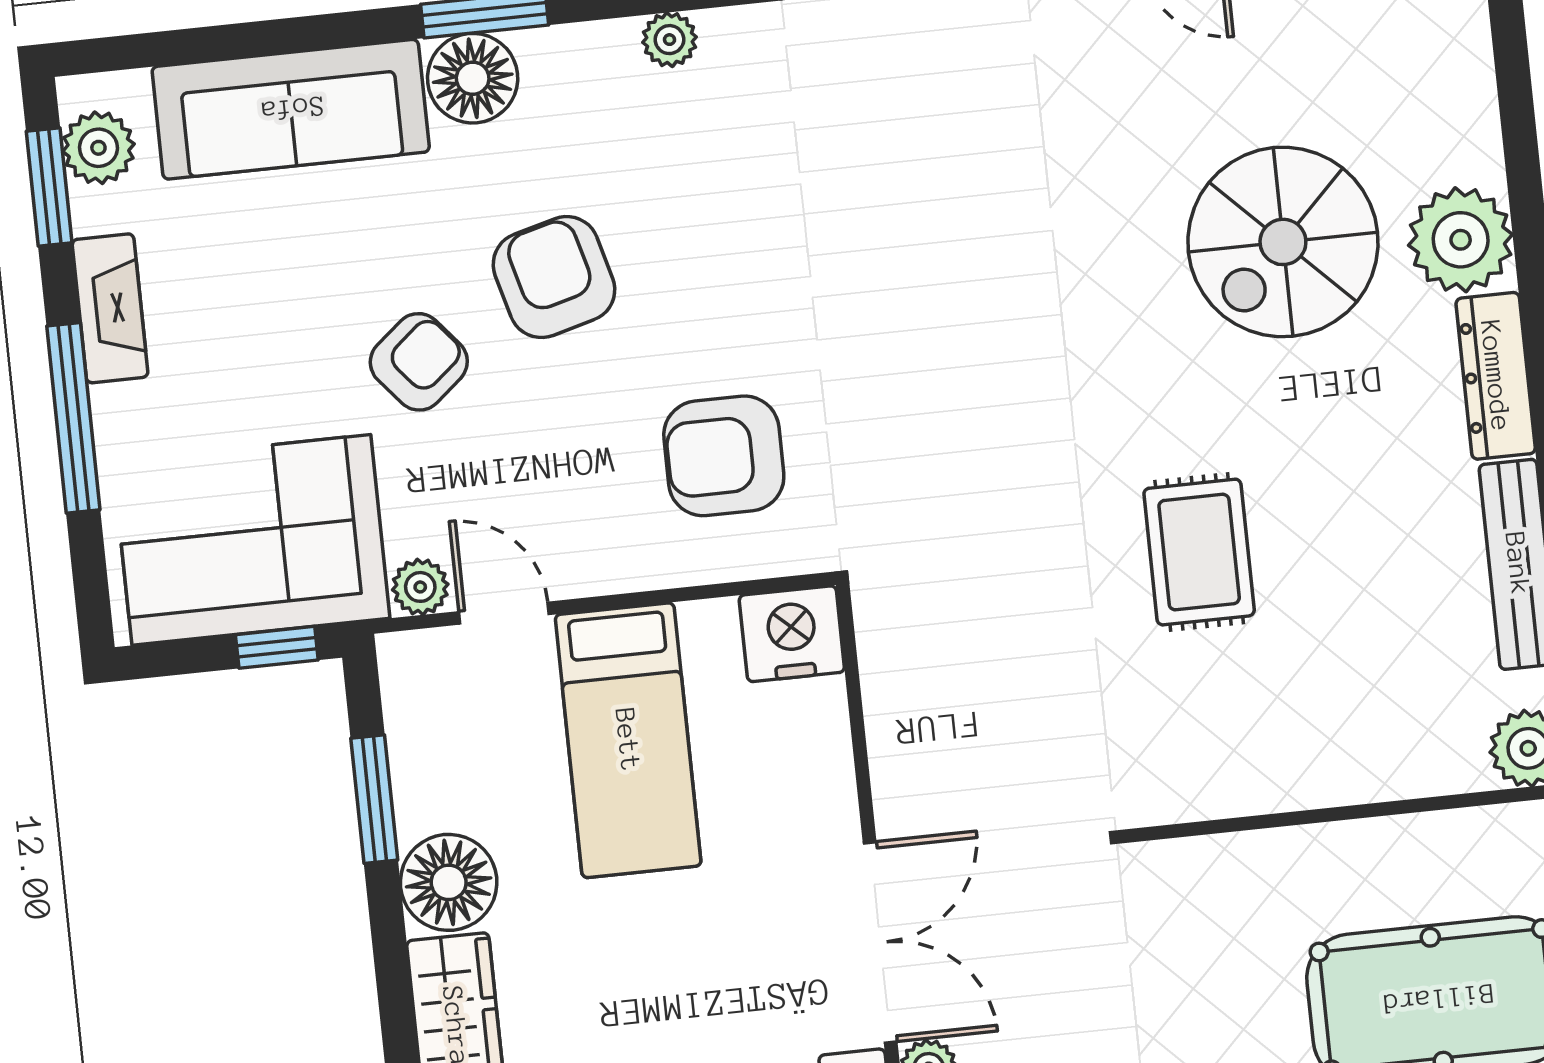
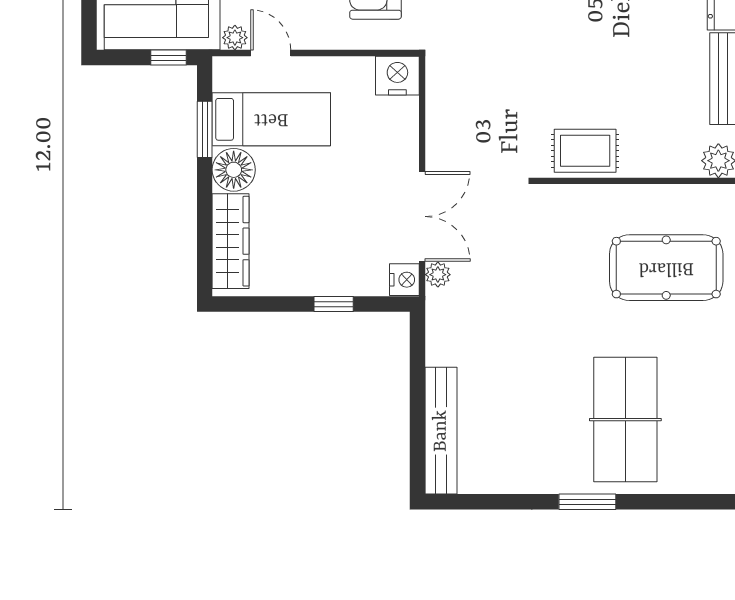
rug: (1199, 552) -> (585, 151), moved, turned 90
bed: (628, 740) -> (271, 119), moved, turned -90

